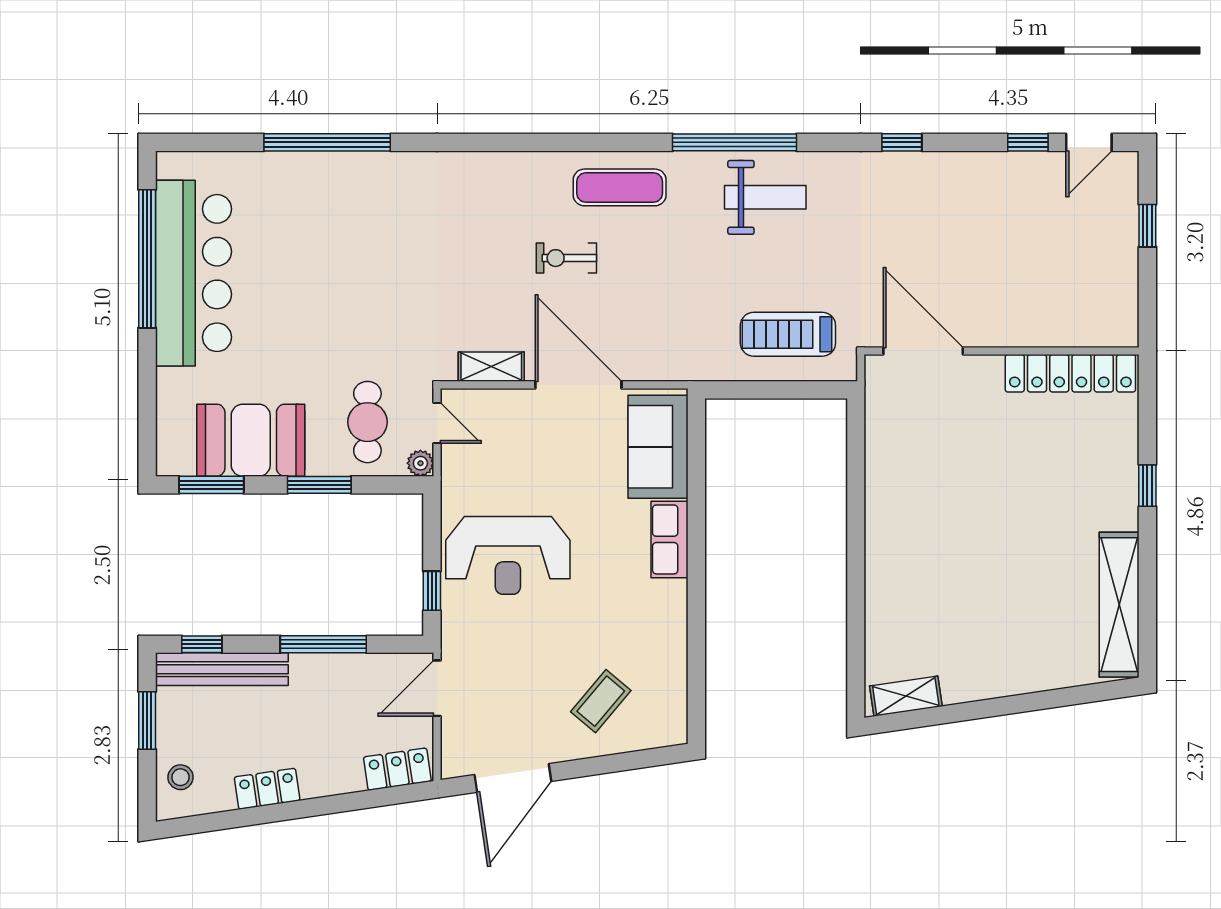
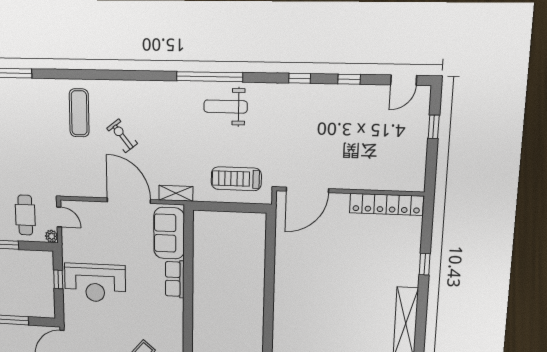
window: (1028, 142) -> (349, 79), moved
exercise mat: (620, 187) -> (79, 113), moved, turned 90
weight bench: (765, 197) -> (226, 107), turned 180
exercise bike: (566, 258) -> (122, 136), turned 52
door: (923, 351) -> (307, 190), swing flipped
shelving: (491, 367) -> (176, 193), moved
window: (432, 591) -> (58, 279), moved

